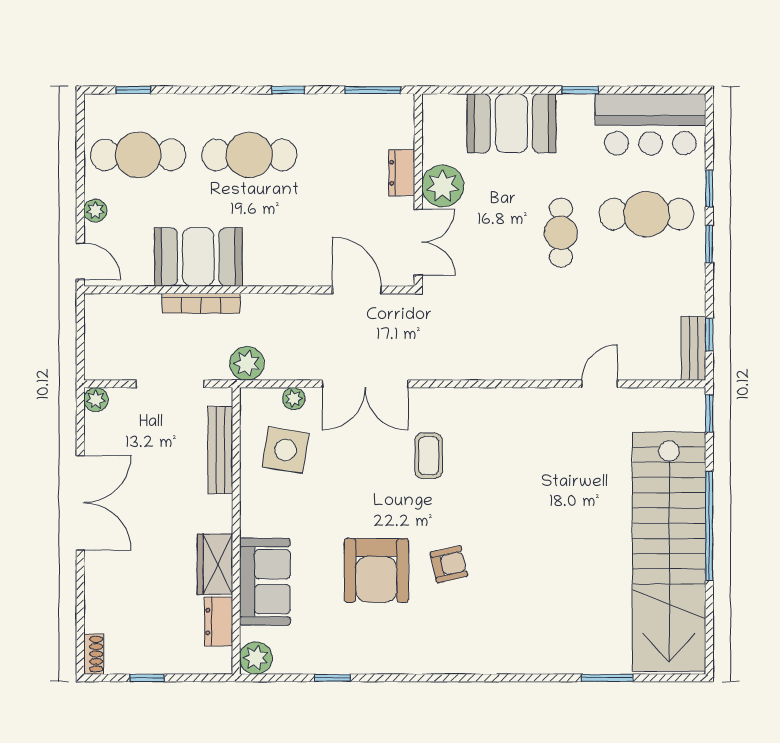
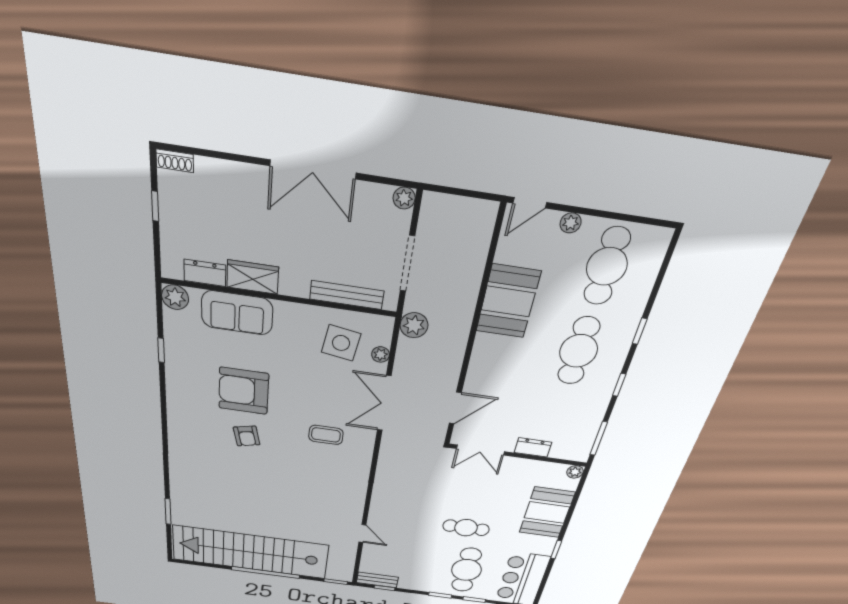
window: (133, 90) -> (640, 331), moved
plant: (443, 186) -> (575, 472), moved, width x0.53, depth x0.53
bookcase: (201, 303) -> (470, 298), removed

